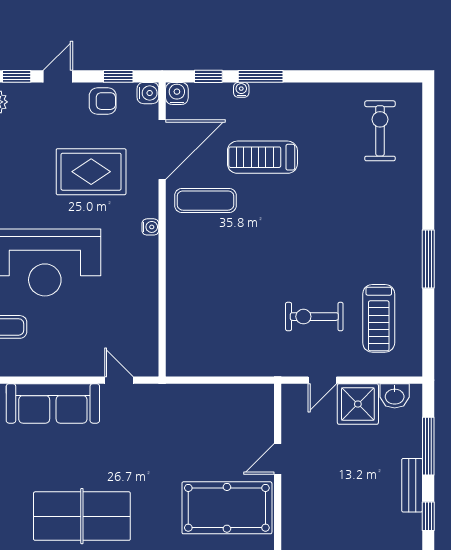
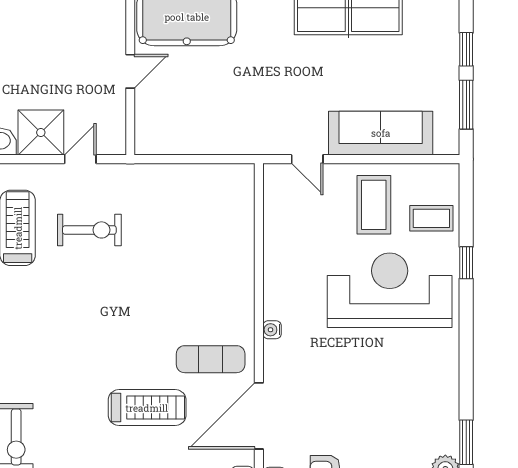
rug: (91, 172) -> (338, 391), removed
coffee table: (59, 339) -> (374, 205), added

